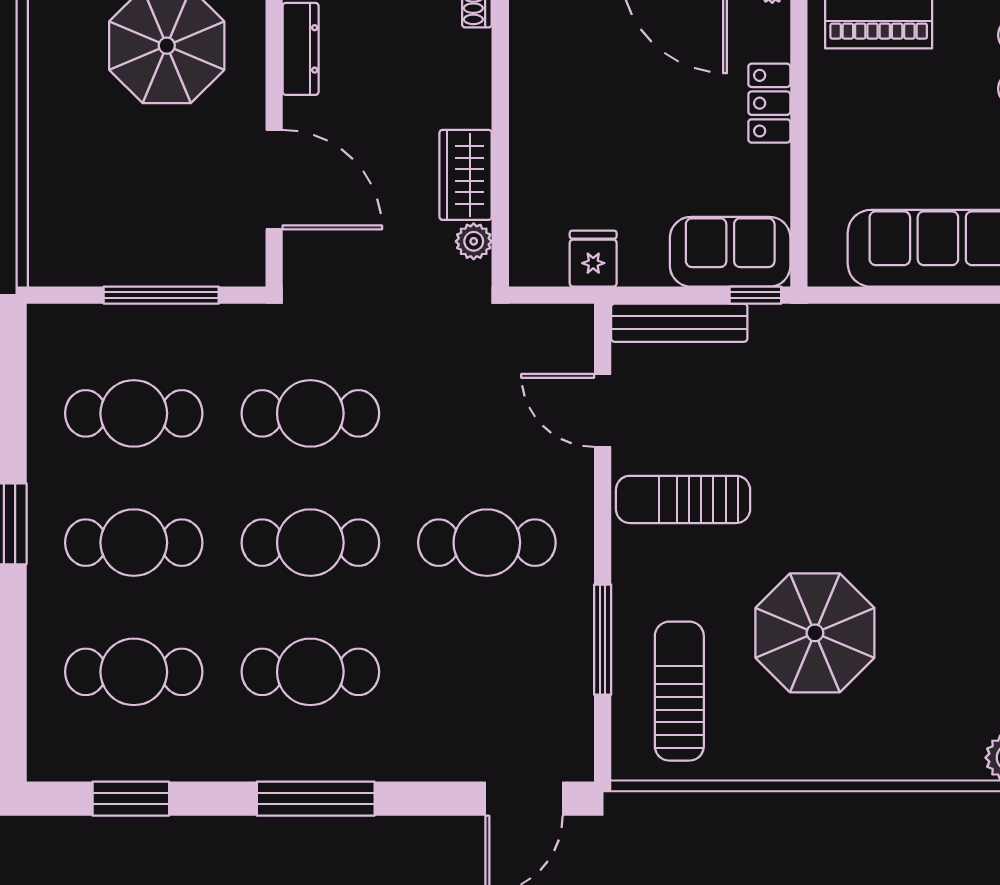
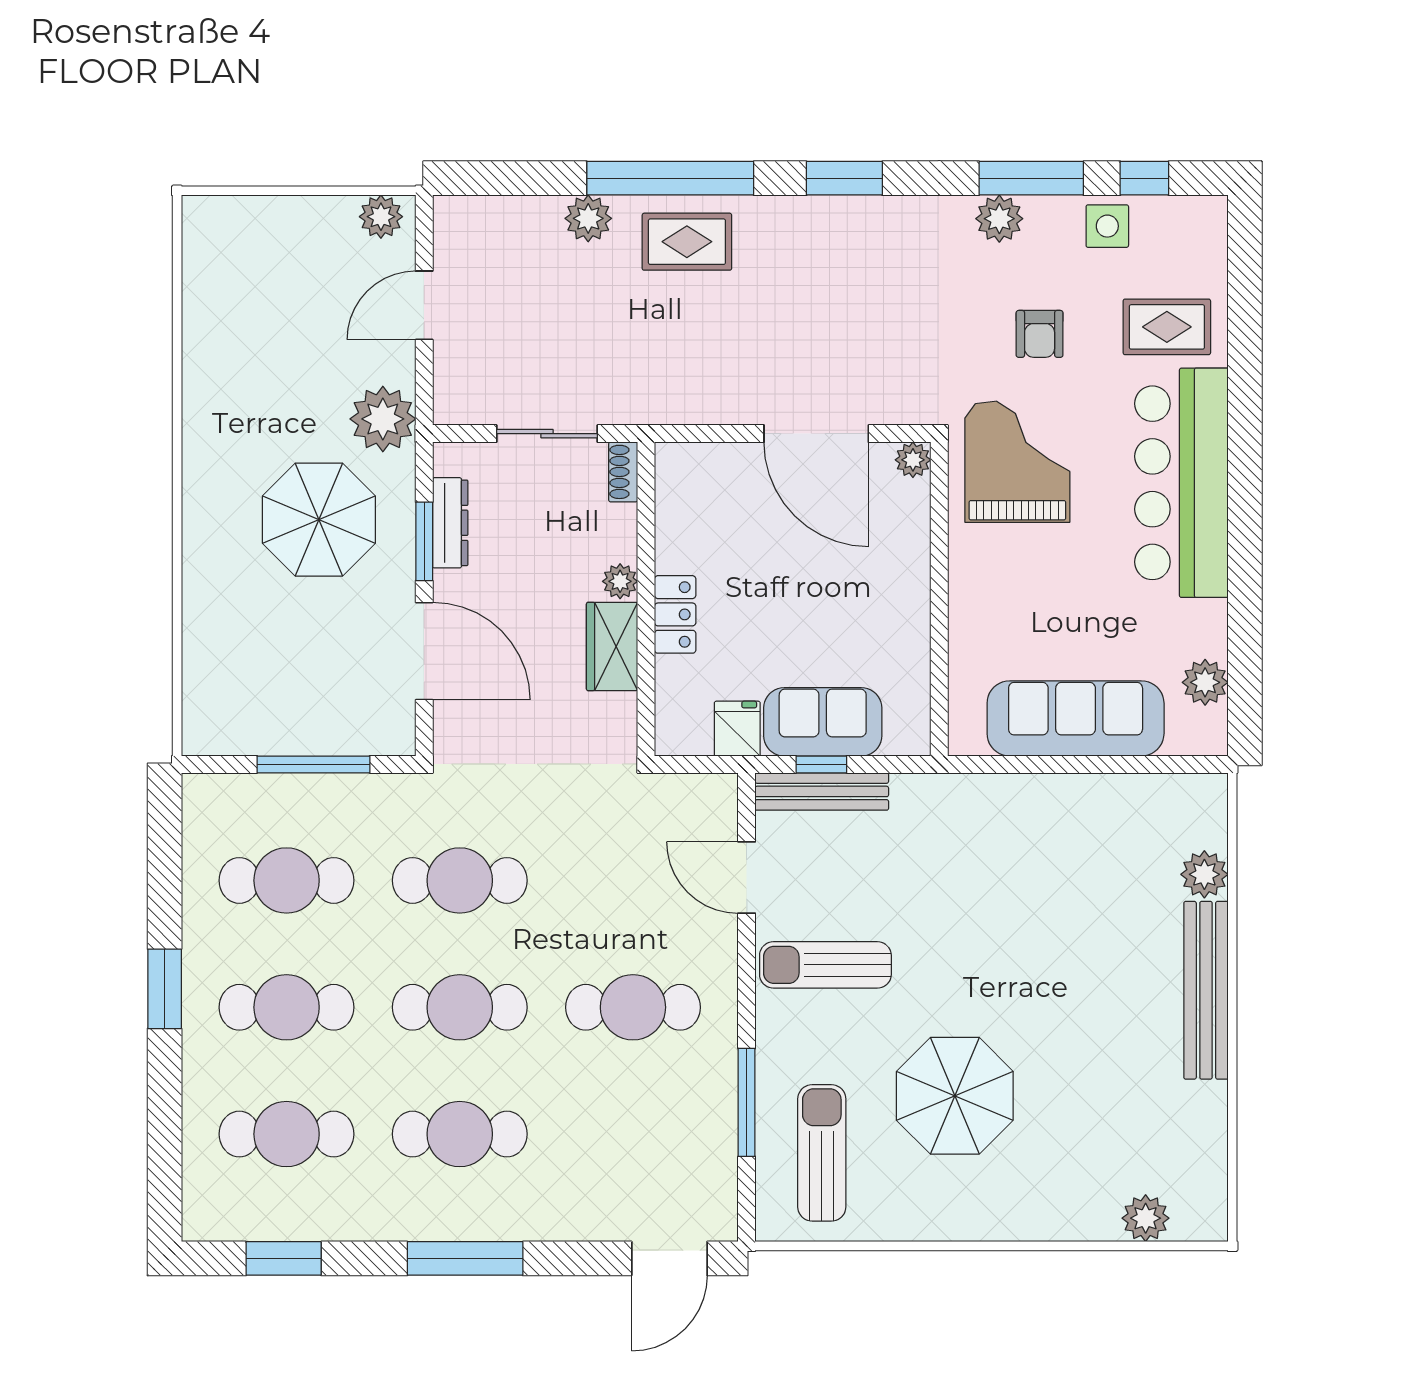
window: (274, 68) -> (424, 541), added
locker: (769, 103) -> (675, 614), moved, turned 180
plant: (474, 241) -> (620, 581), moved
sofa: (730, 252) -> (823, 722), moved
window: (755, 295) -> (821, 764), moved

